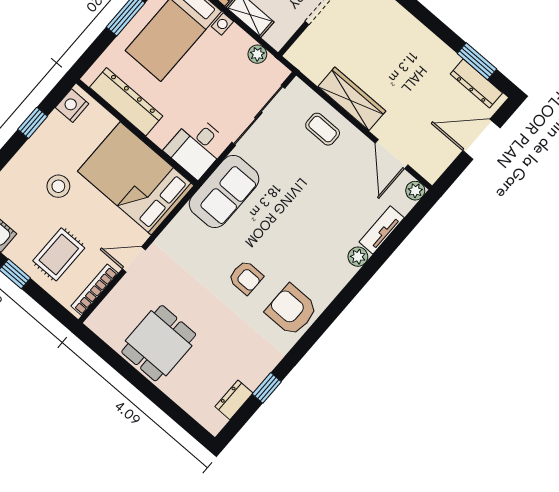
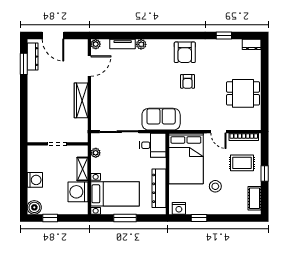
coffee table: (323, 129) -> (103, 102), removed
armchair: (246, 277) -> (188, 81), turned 180
dresser: (234, 400) -> (252, 44), moved

